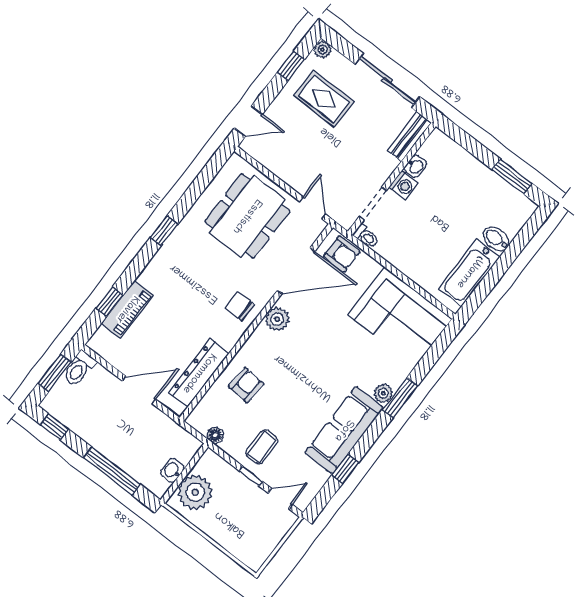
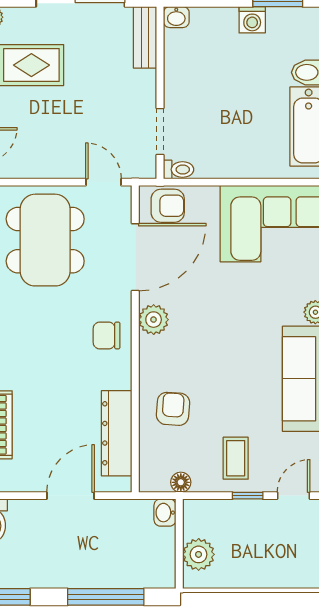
washbasin: (415, 166) -> (176, 17), moved, turned 90
washing machine: (403, 185) -> (252, 20), moved, turned 90
washbasin: (172, 470) -> (165, 513), moved
plant: (195, 492) -> (199, 554), width x0.73, depth x0.73

